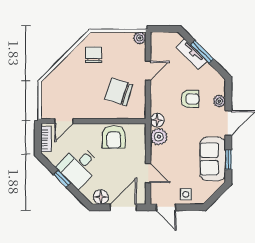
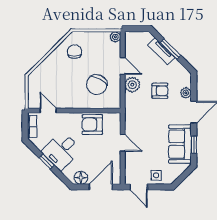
door: (148, 71) -> (123, 66), hinge flipped
chair: (119, 92) -> (97, 85), turned -80
floor lamp: (157, 120) -> (131, 110), removed
door: (64, 121) -> (48, 111), swing flipped
armchair: (114, 137) -> (92, 125), turned 90
plant: (159, 137) -> (132, 85), moved
door: (148, 173) -> (123, 143), moved

